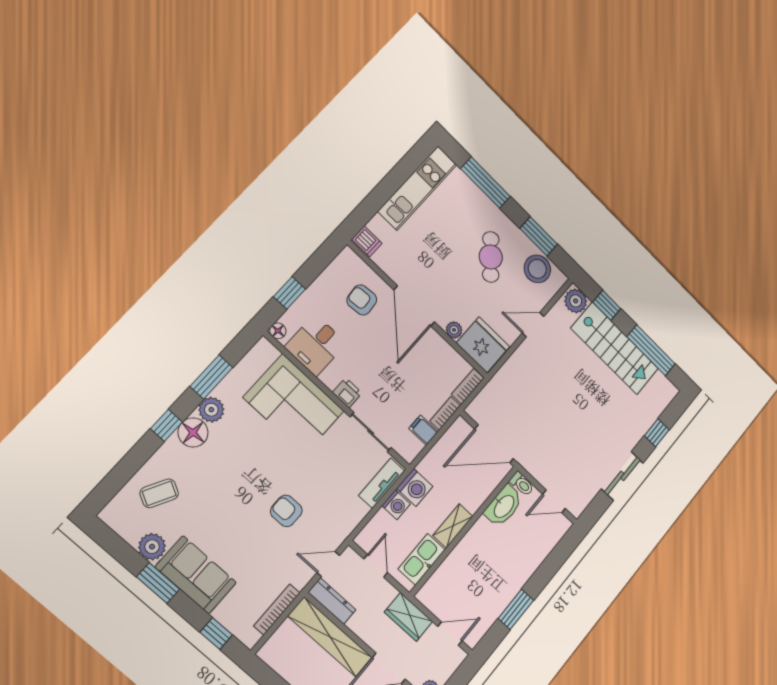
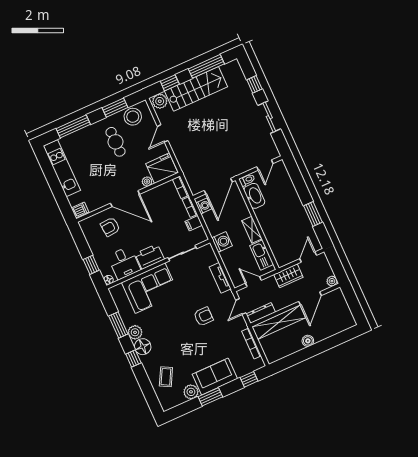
cafe table: (491, 257) -> (115, 142), turned 41
printer: (347, 393) -> (150, 256), width x1.87, depth x1.48
tv unit: (382, 483) -> (220, 278), moved
washing machine: (396, 505) -> (204, 206), moved
armchair: (286, 511) -> (203, 316), turned 180

